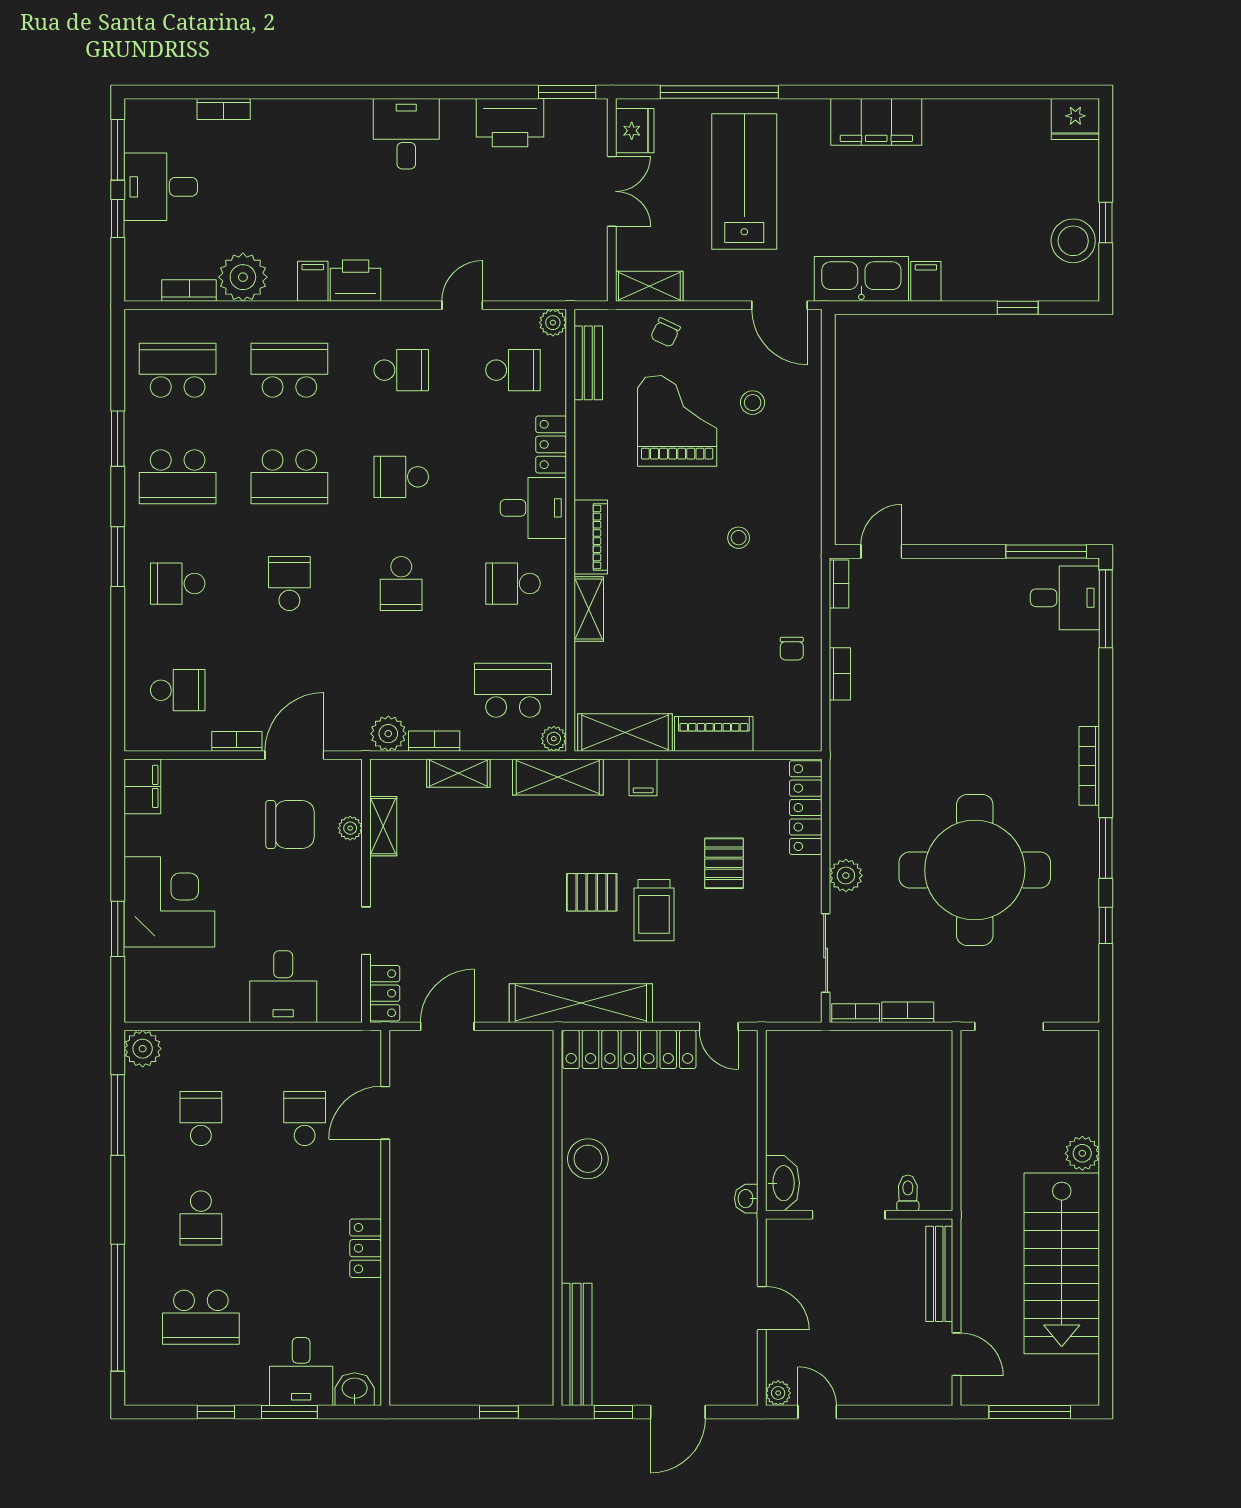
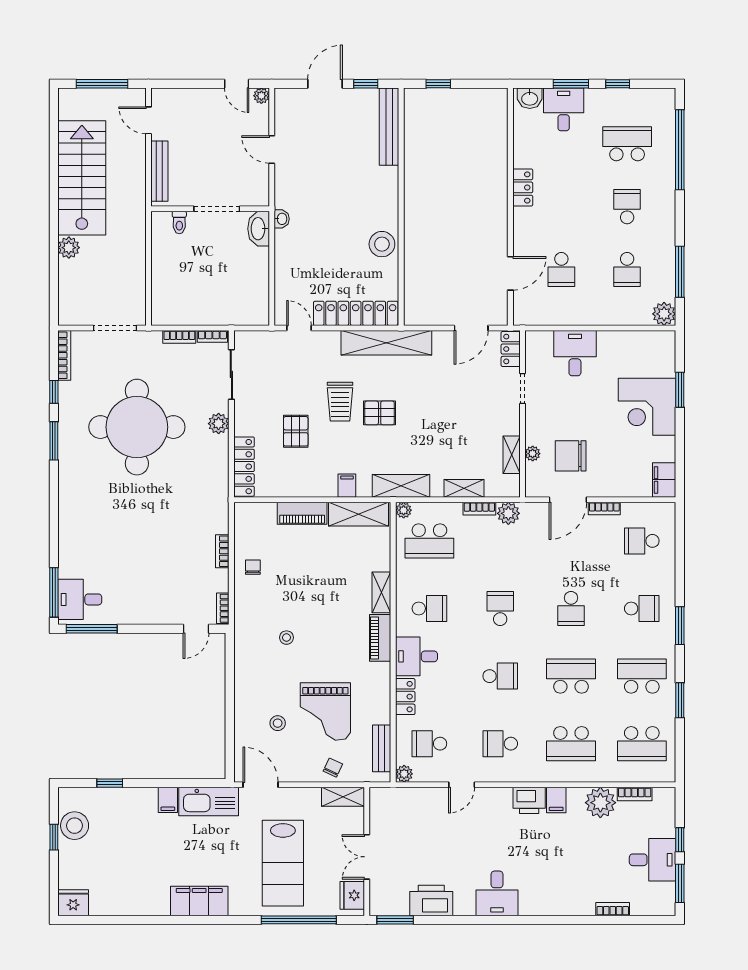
bookcase: (1089, 766) -> (64, 355), moved
trolley: (654, 910) -> (340, 402), turned 180

